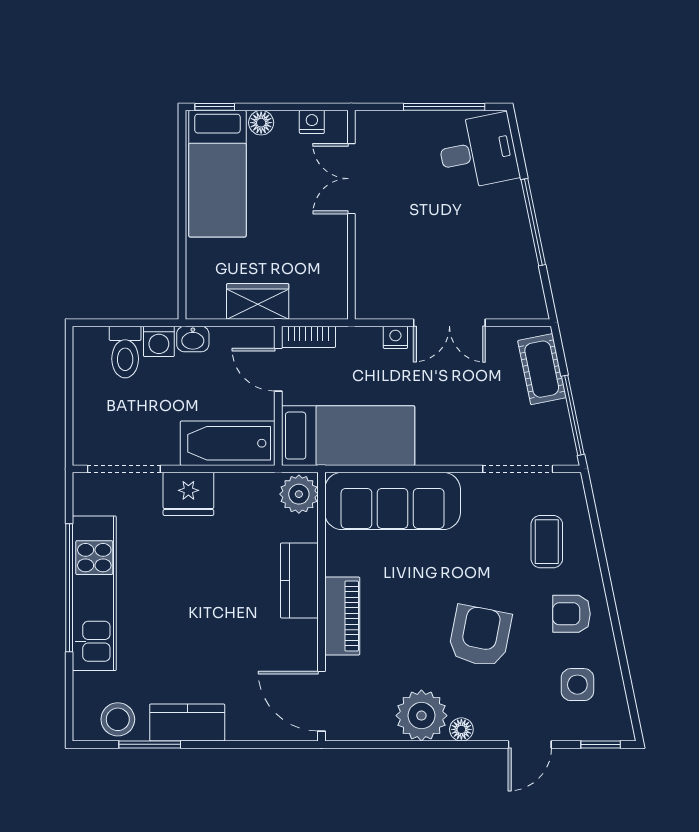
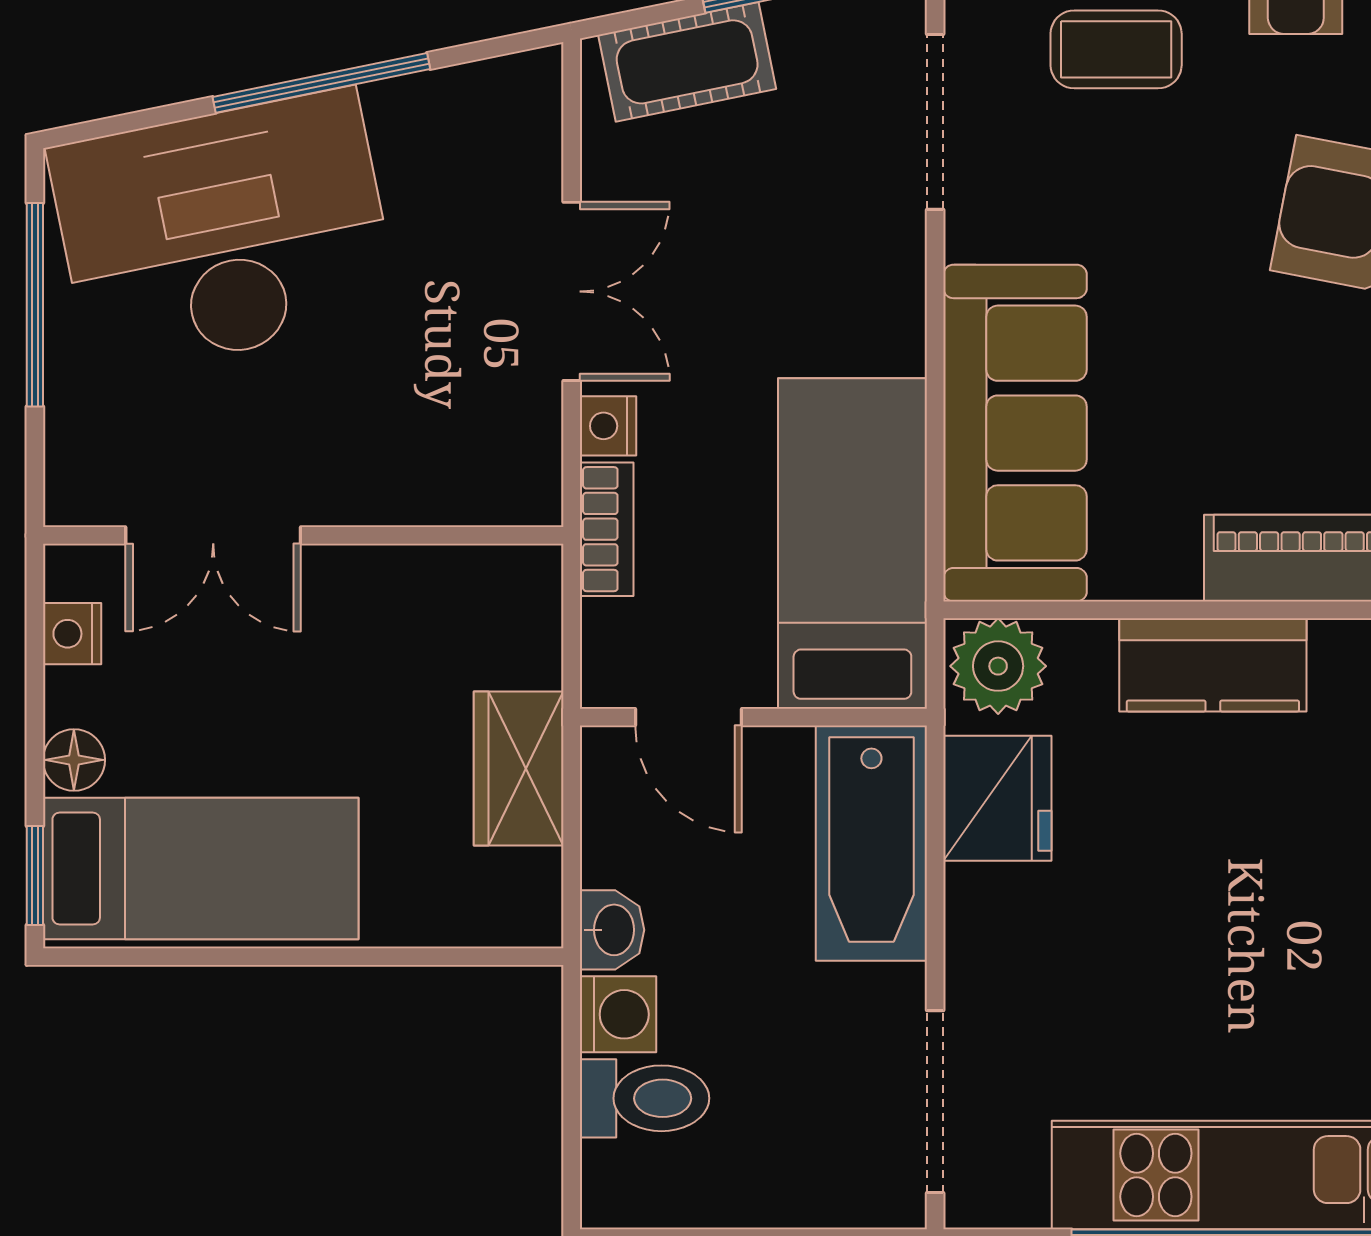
desk: (478, 152) -> (224, 233), width x1.87, depth x1.30
bookcase: (309, 337) -> (607, 529), moved
door: (278, 370) -> (689, 717), hinge flipped
fridge: (188, 494) -> (997, 798), moved

